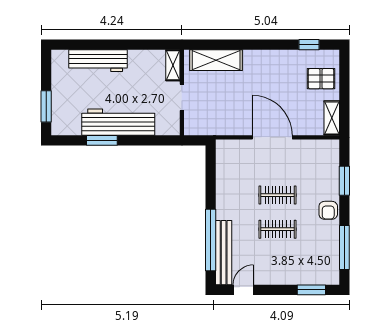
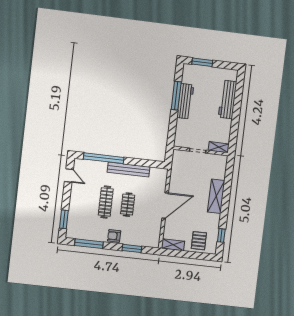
shelving: (216, 60) -> (216, 196), moved
workbench: (118, 122) -> (185, 101), width x0.73, depth x0.76
window: (102, 140) -> (176, 96), width x1.44
clothes rail: (278, 229) -> (106, 202), width x1.36
bench: (224, 253) -> (129, 170), moved

